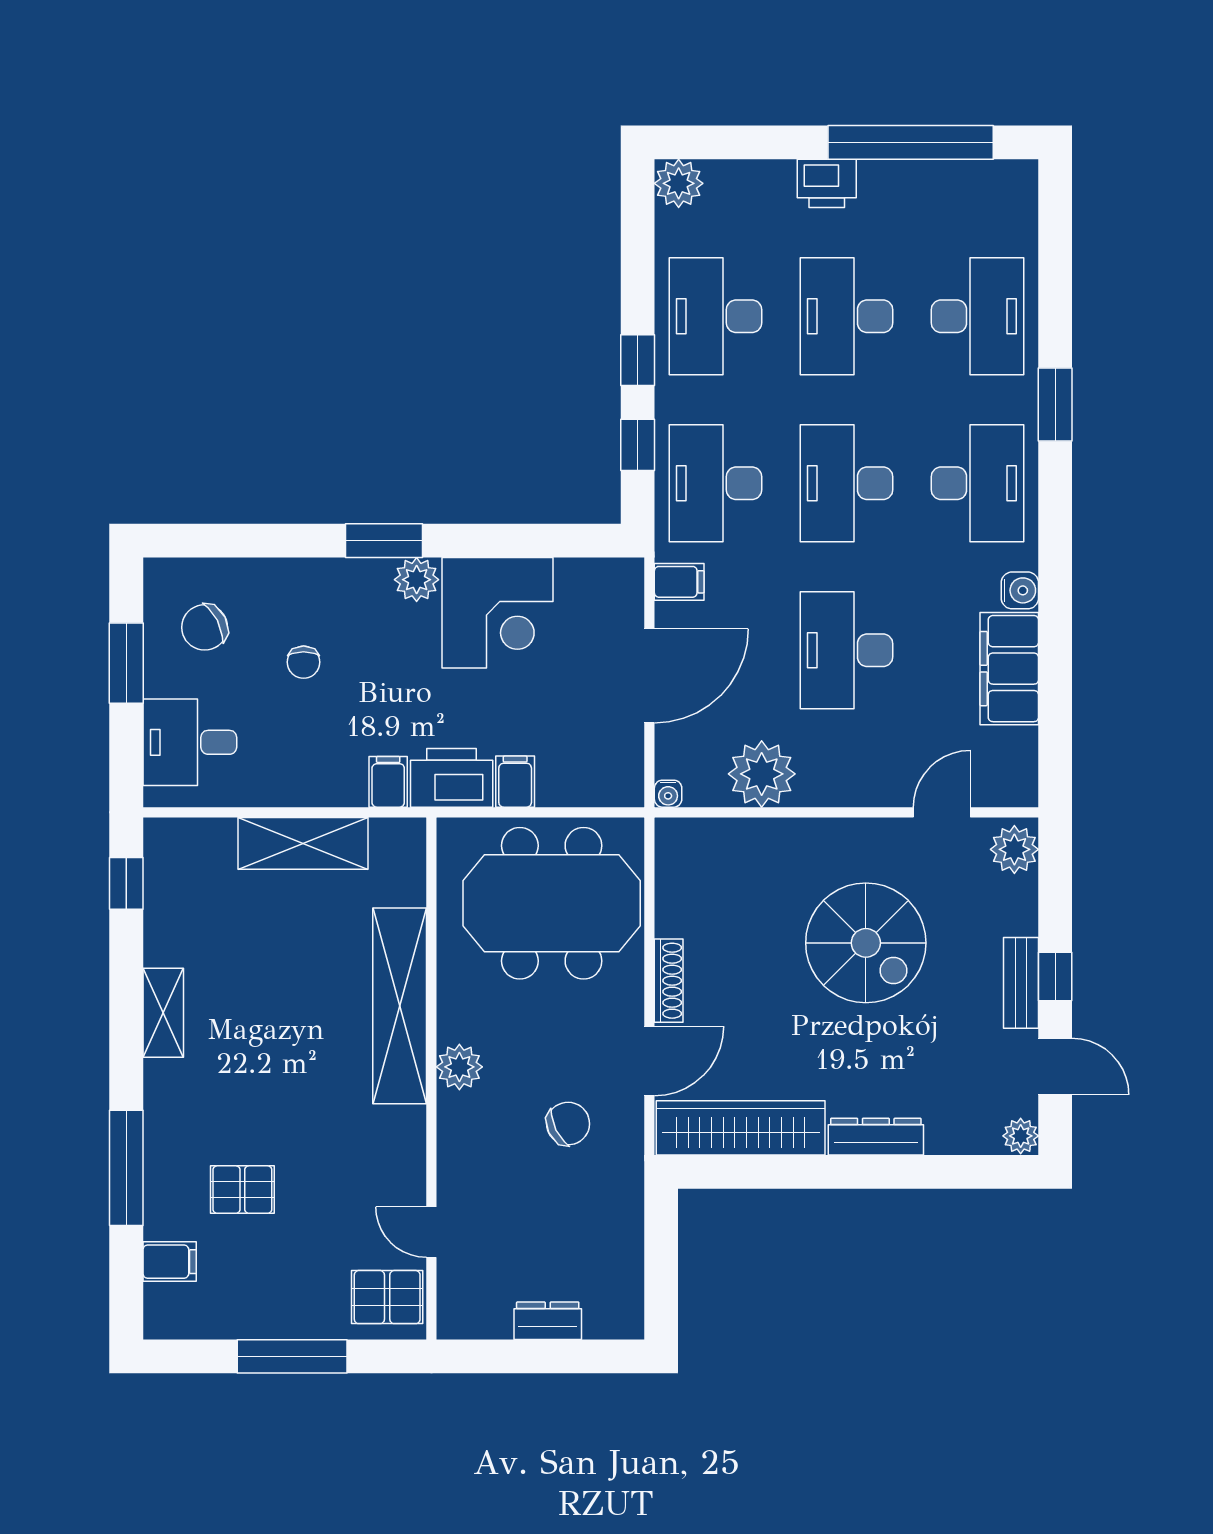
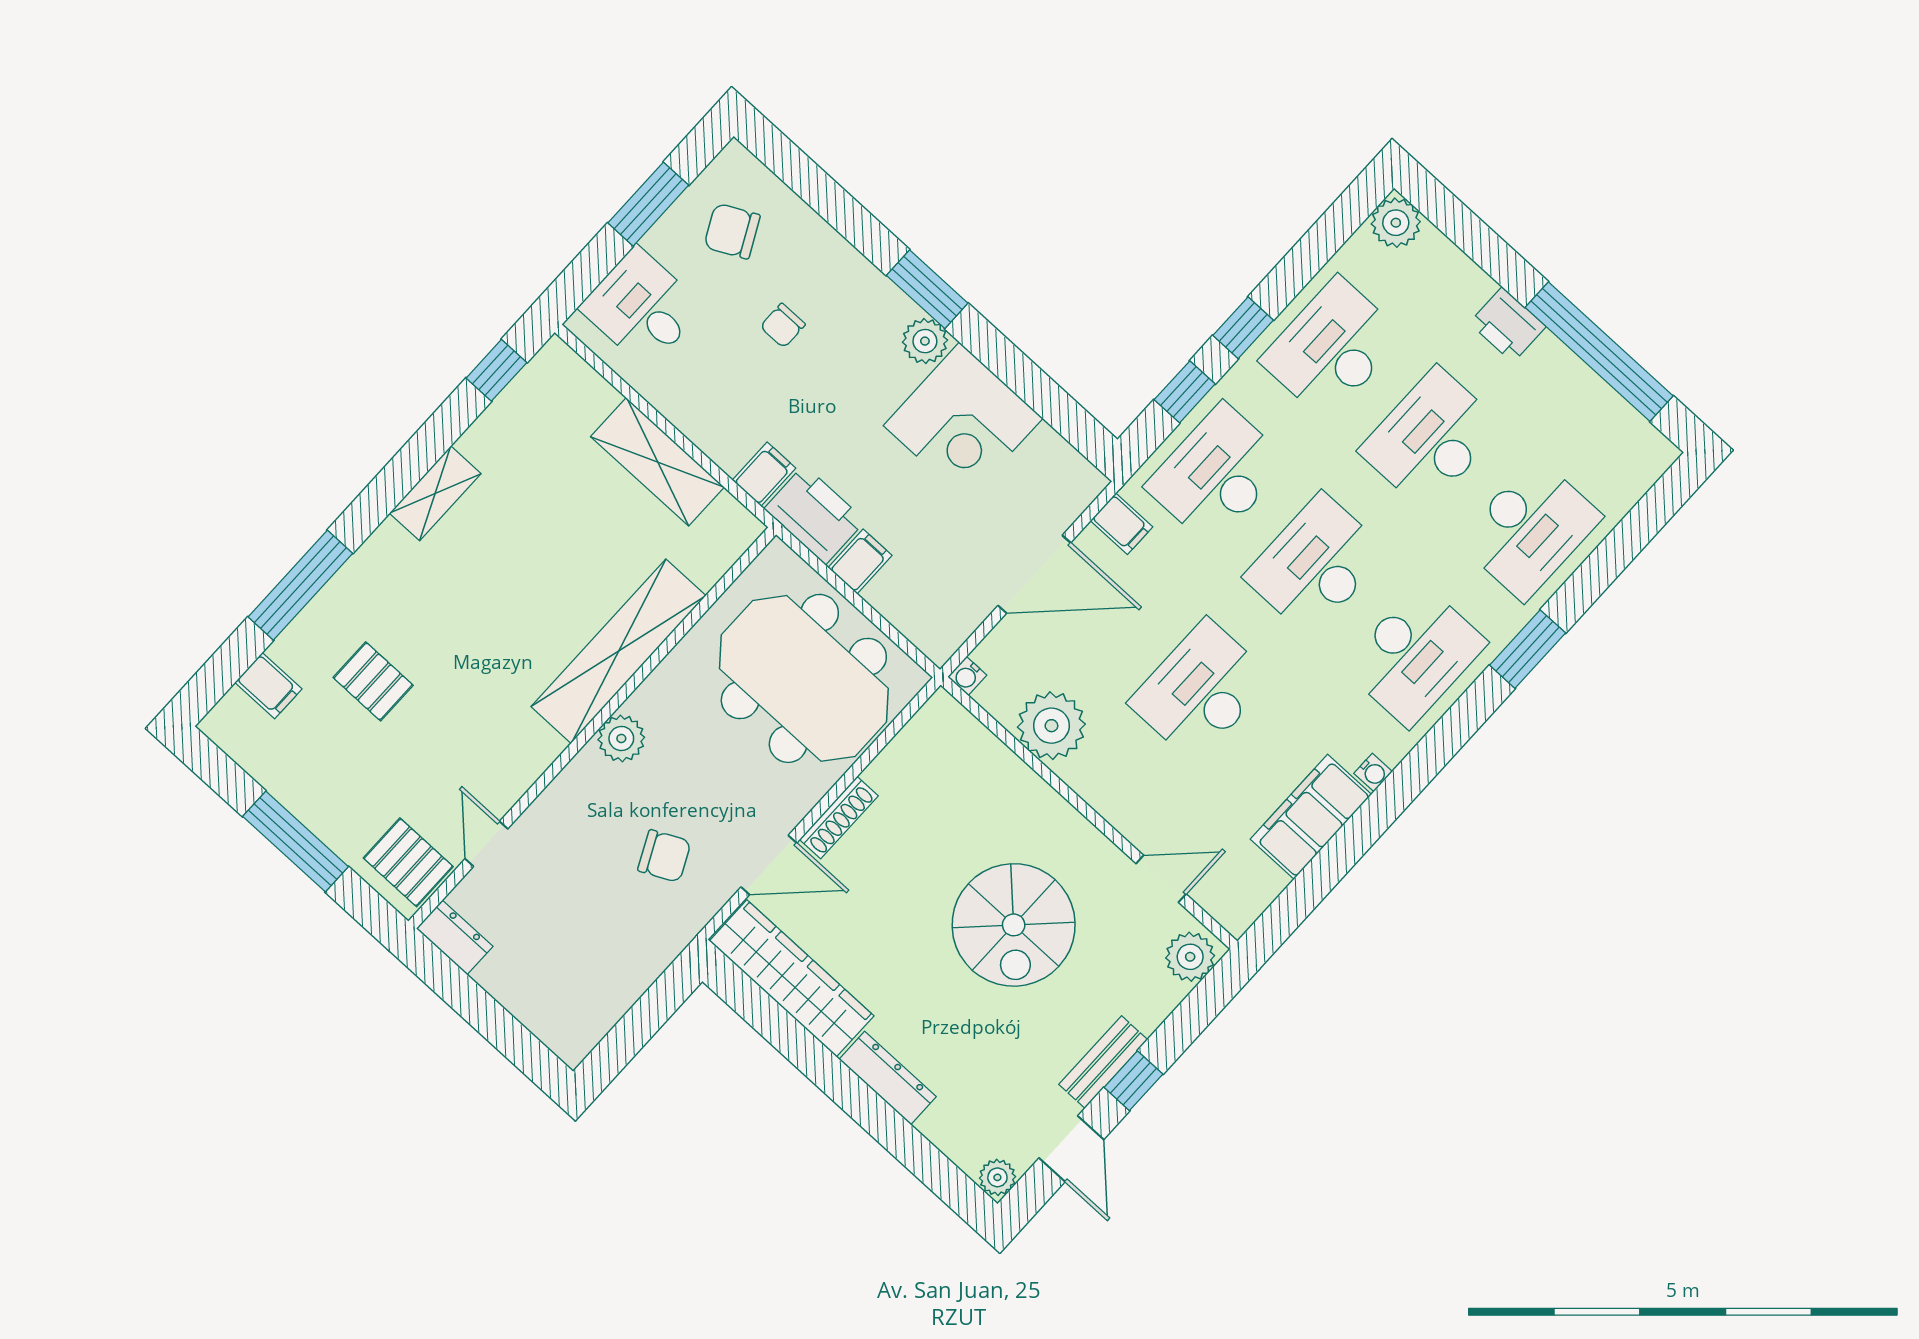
water cooler: (1020, 590) -> (1373, 772), width x0.72, depth x0.72
dresser: (548, 1321) -> (455, 937), moved

